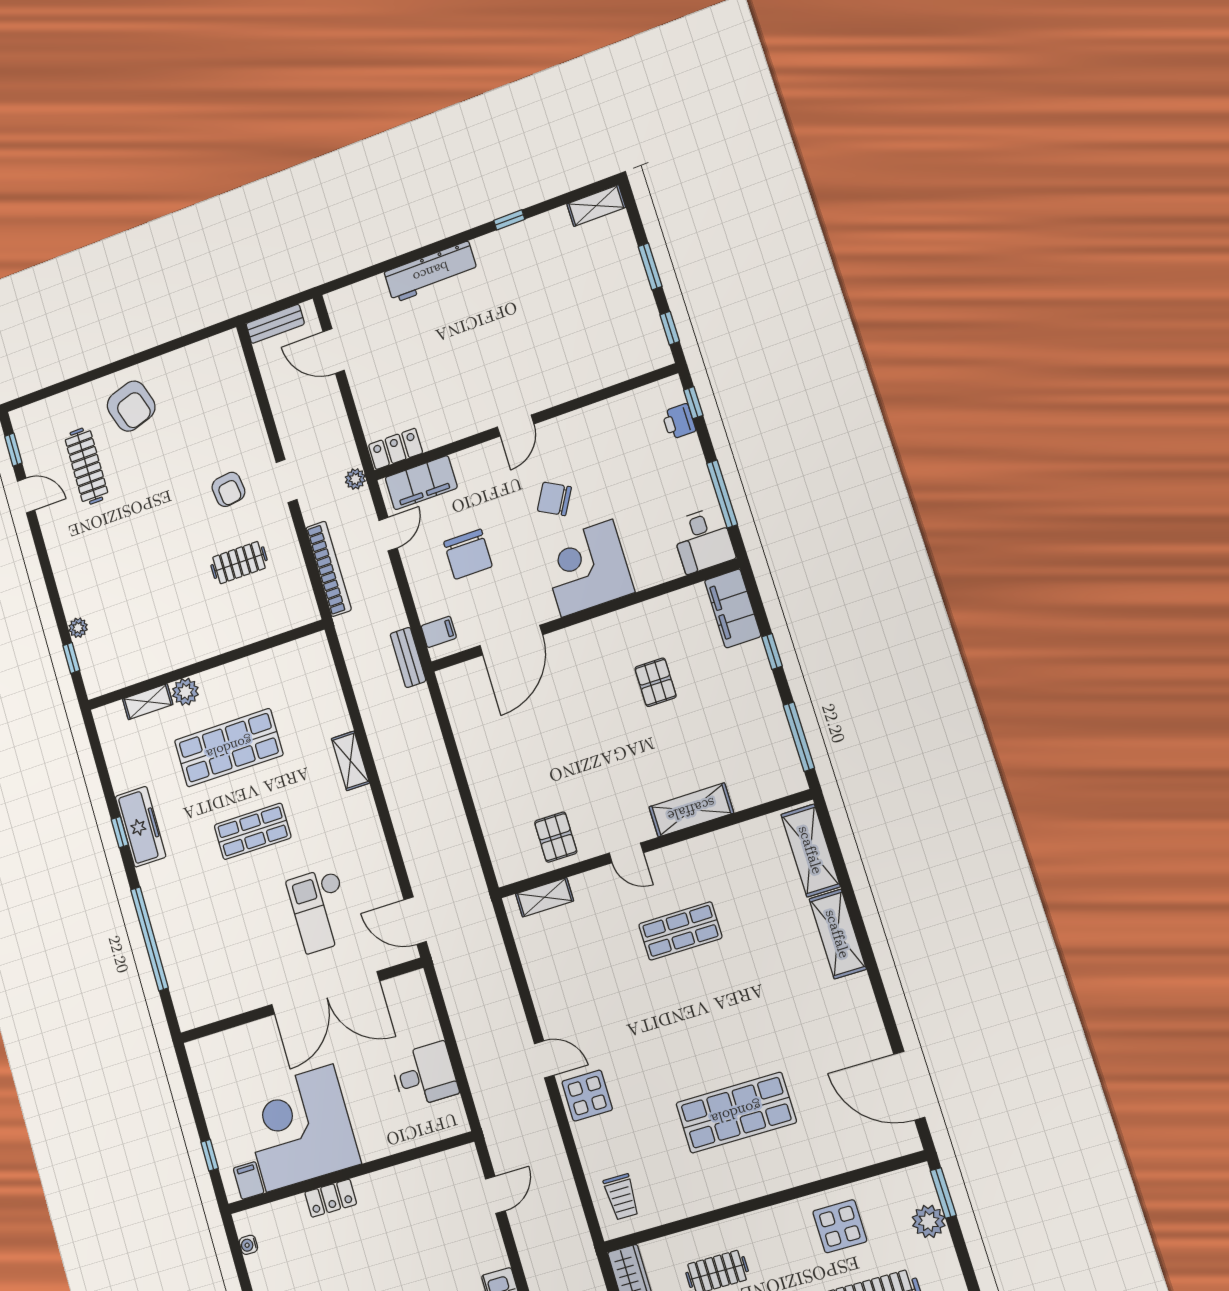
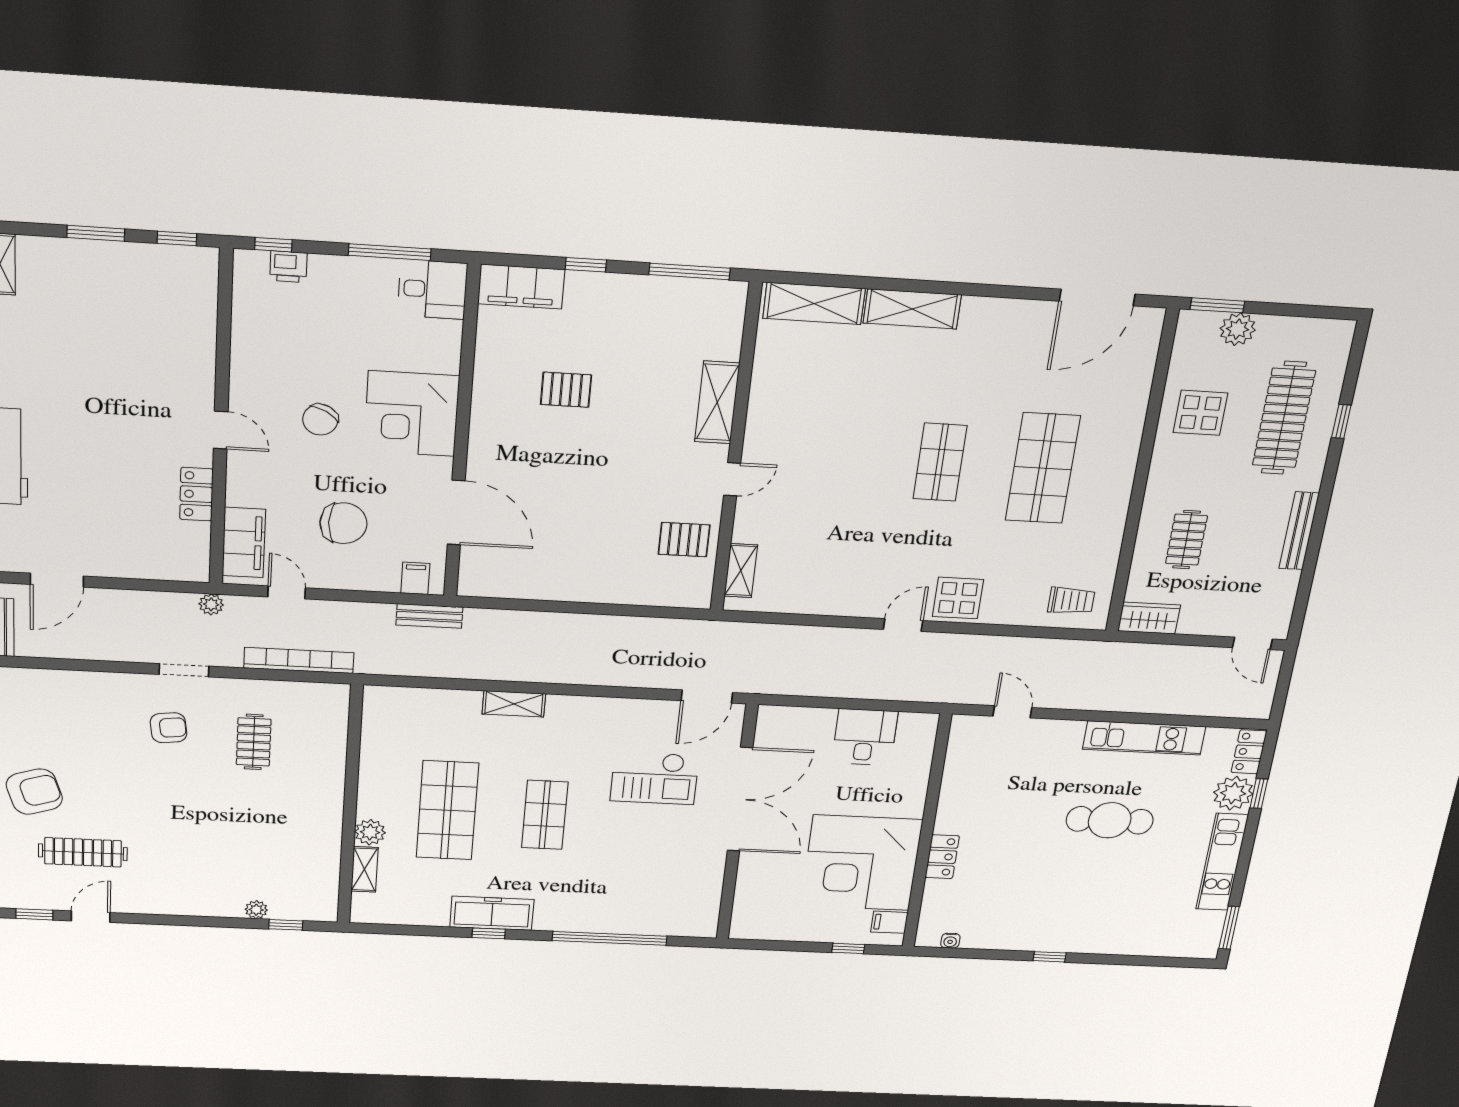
locker: (396, 449) -> (196, 494), moved
shop shelf: (680, 931) -> (940, 462), moved

